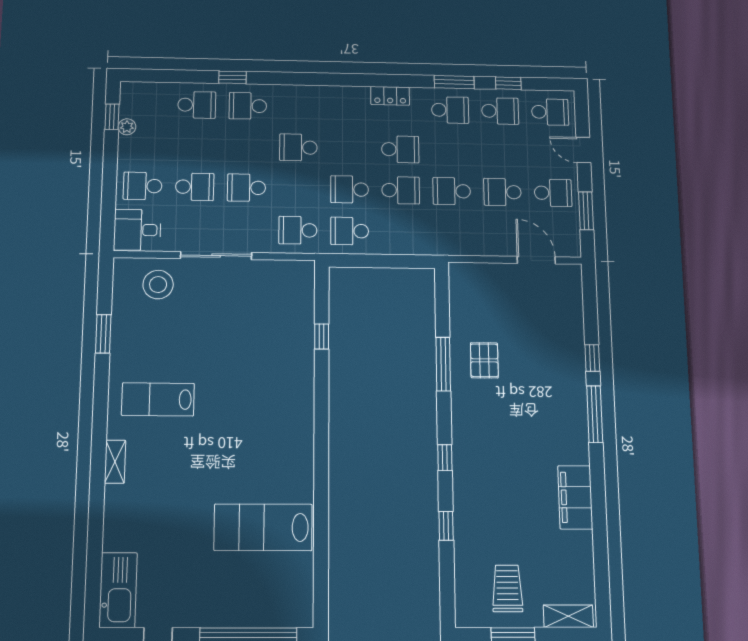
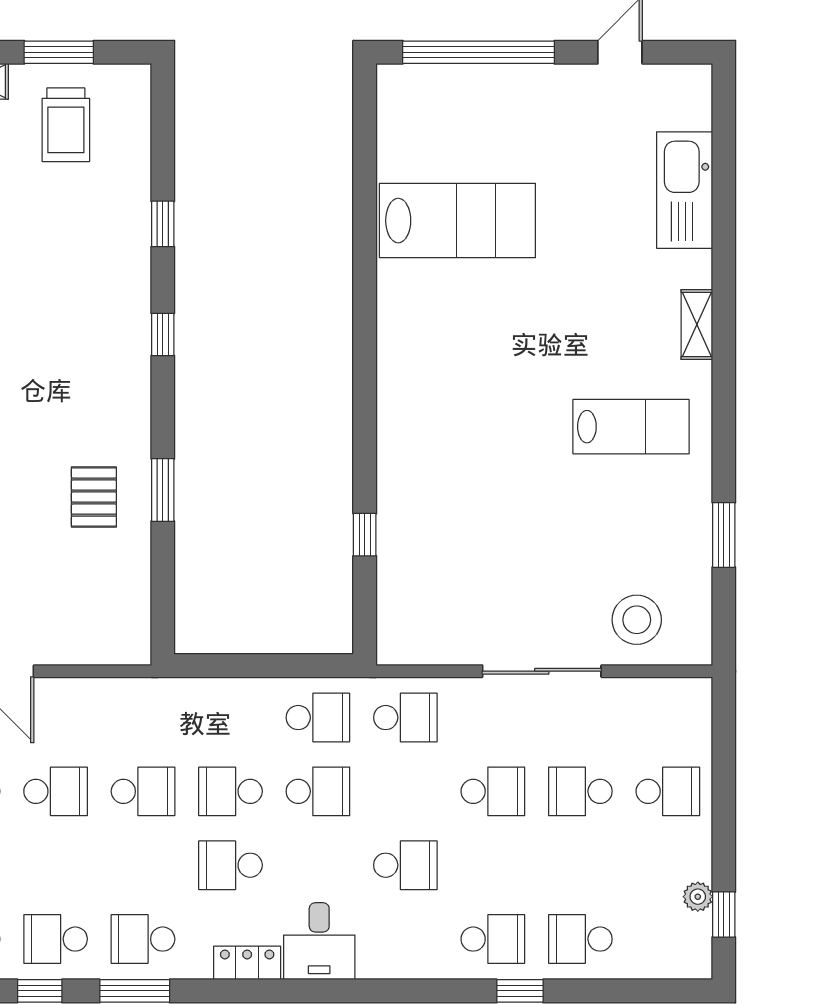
desk: (137, 230) -> (319, 941), moved, turned 90
window: (443, 364) -> (163, 490), width x0.69
kitchen sink: (118, 590) -> (685, 190), moved

